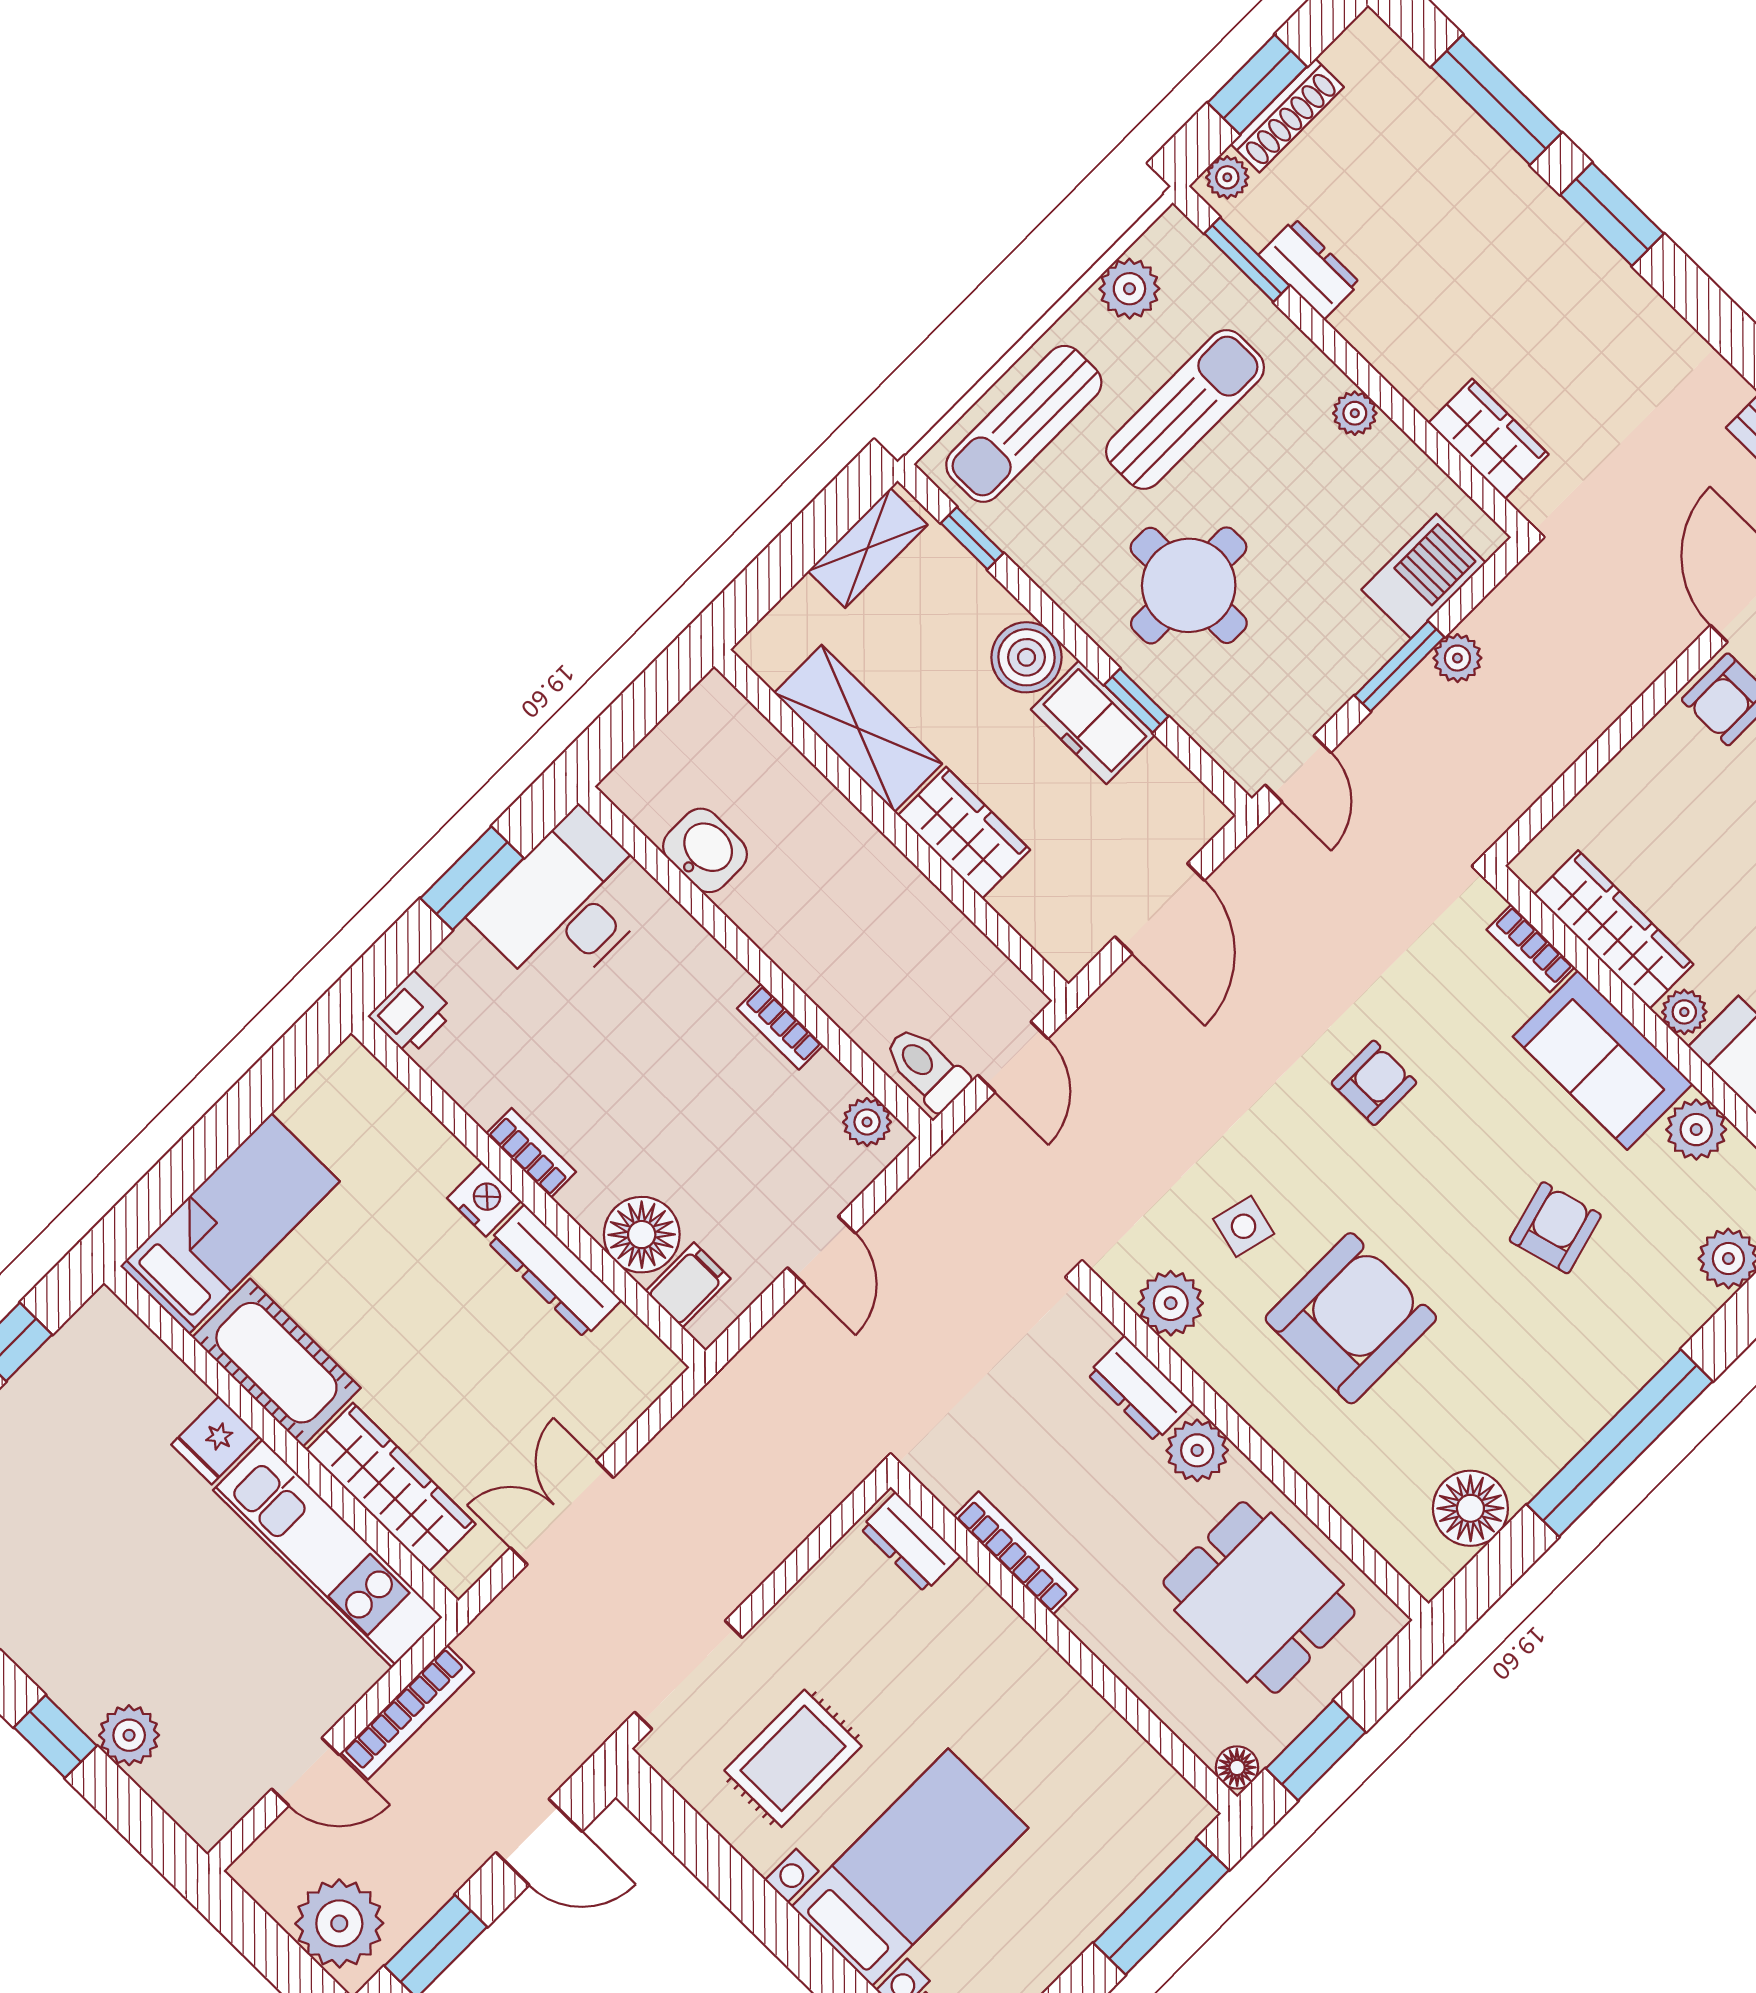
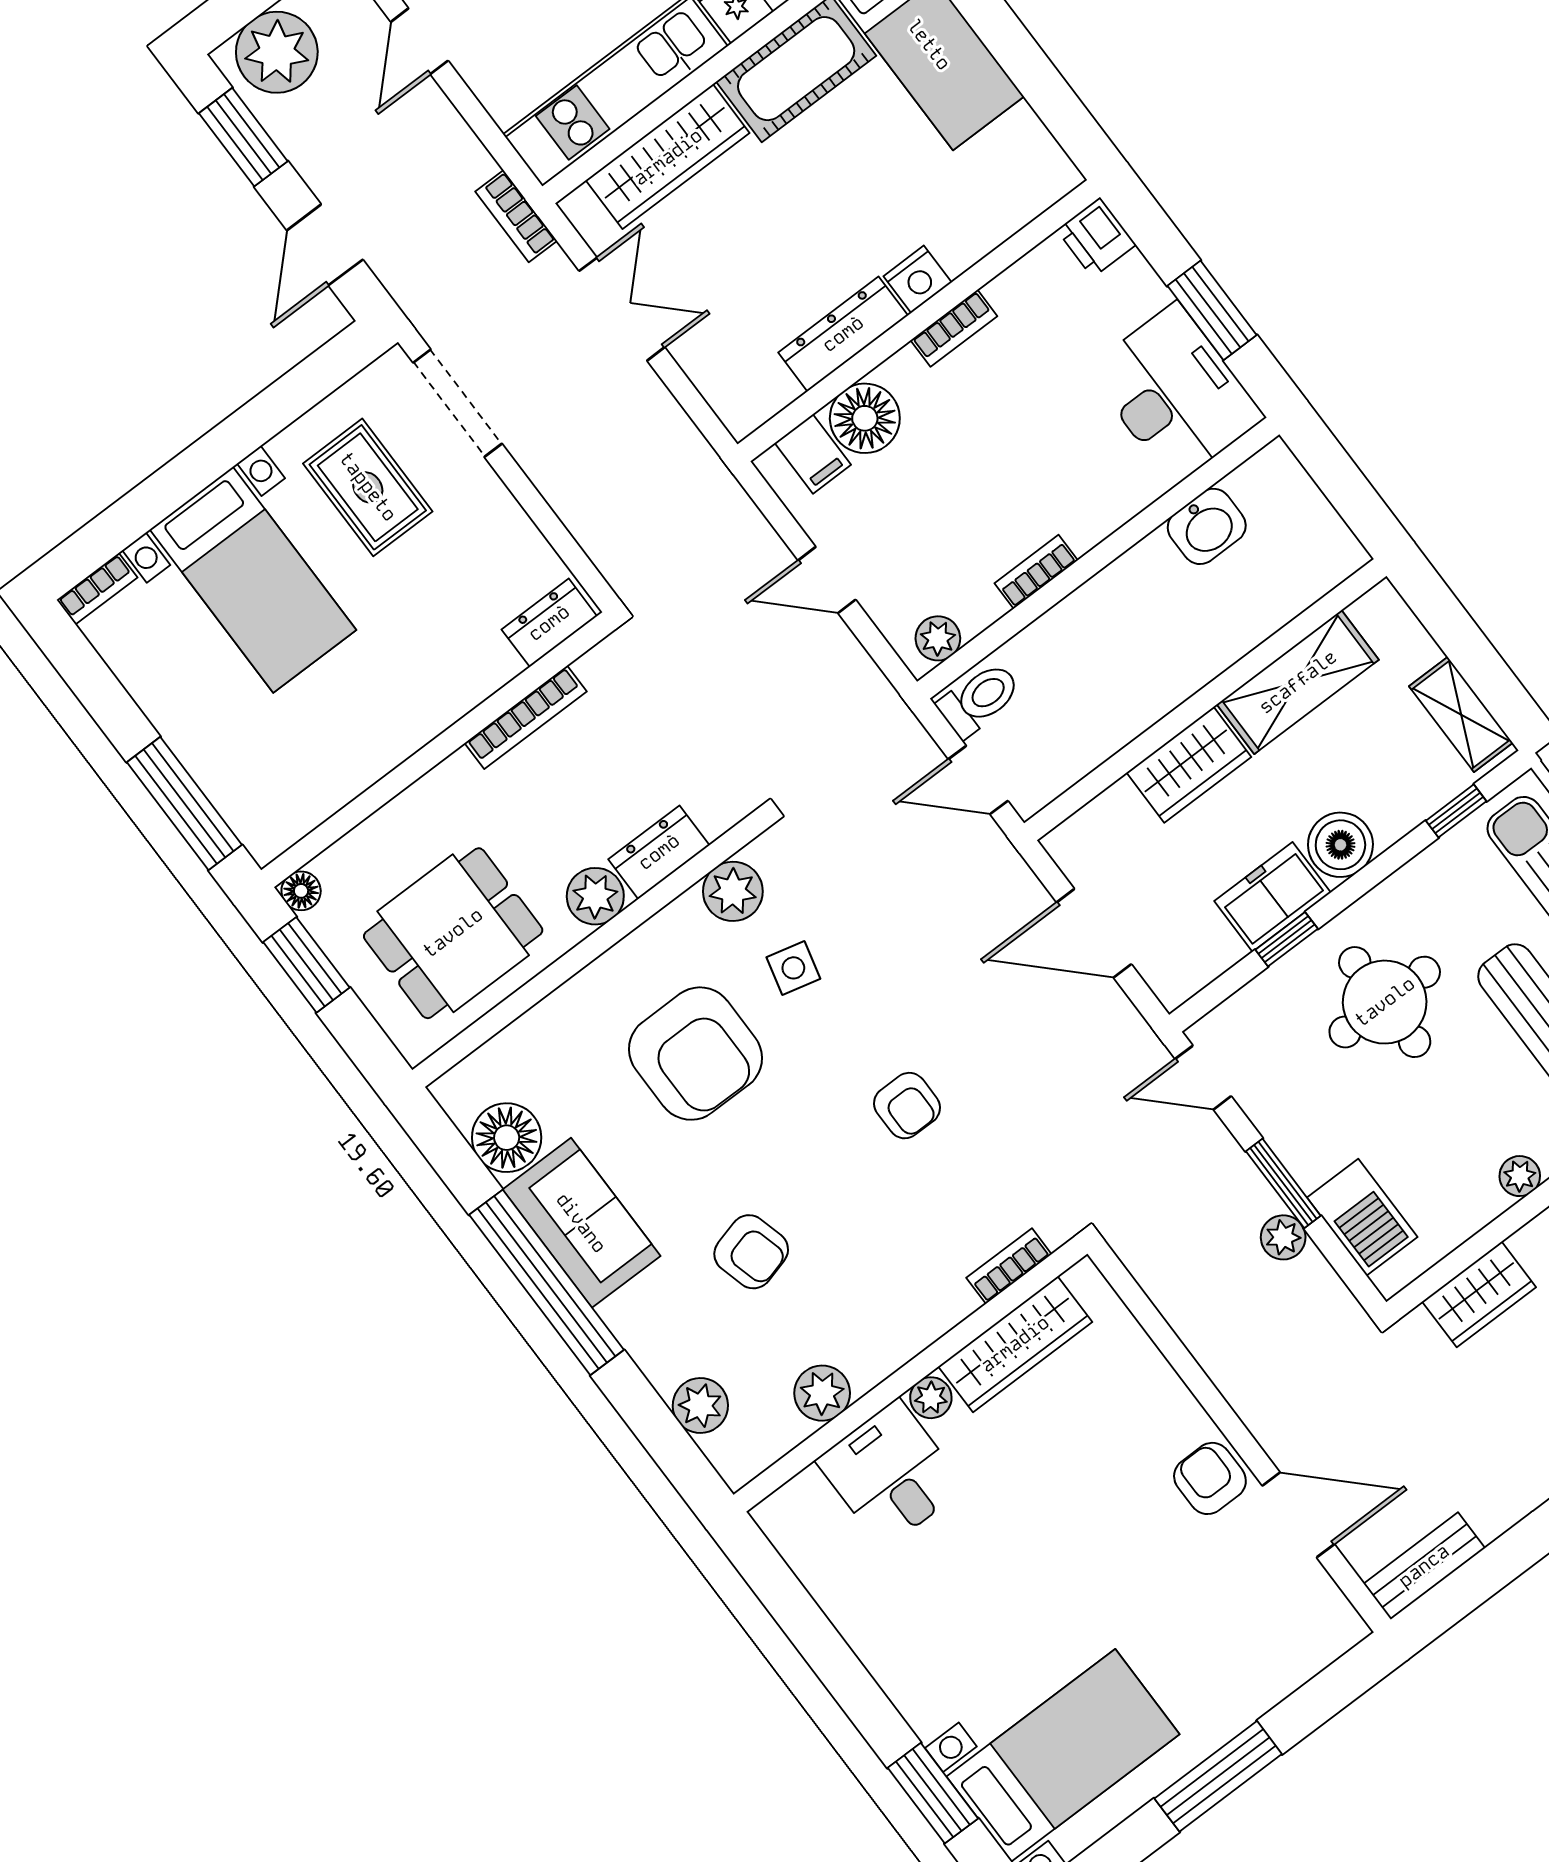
sofa: (1603, 1060) -> (581, 1223), moved, turned 90
bookcase: (407, 1712) -> (516, 216), moved, width x0.64

